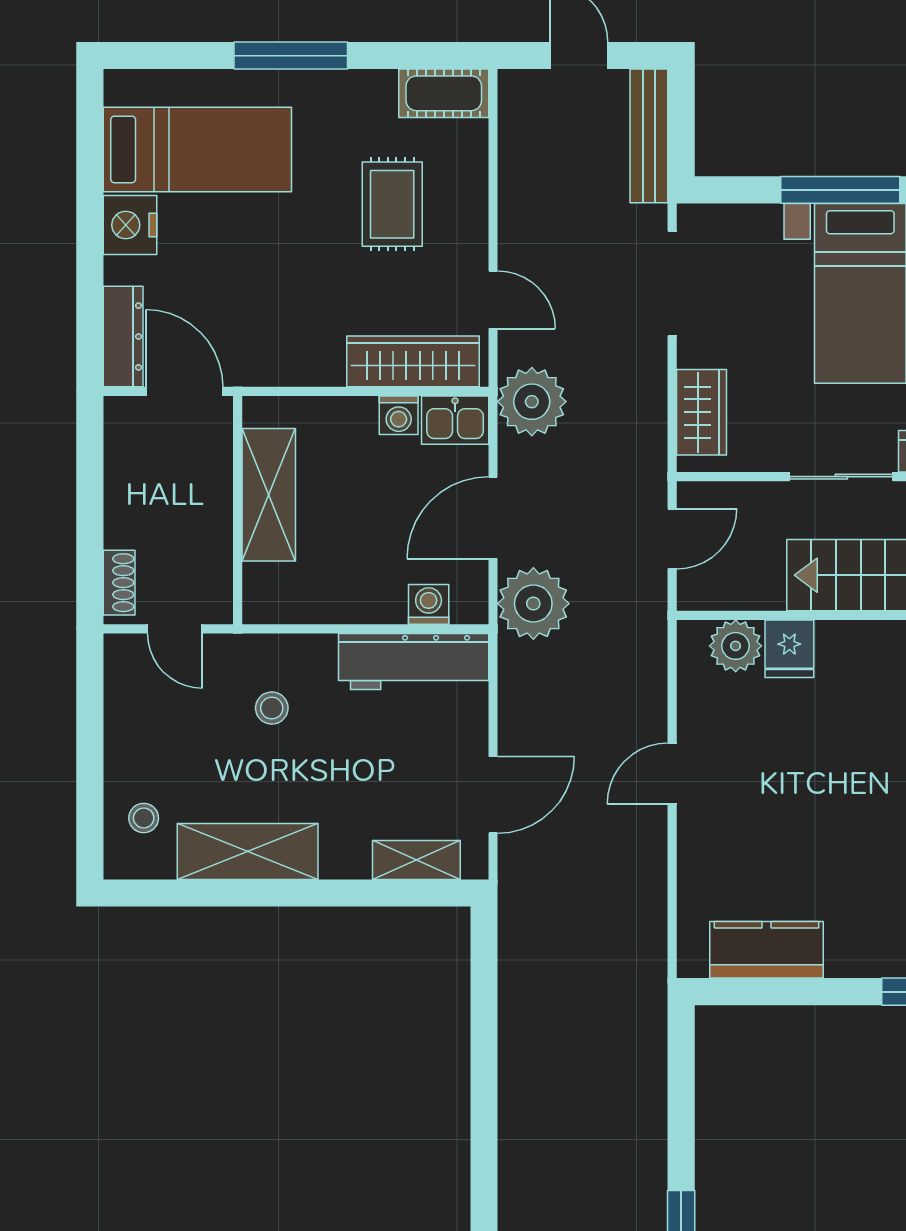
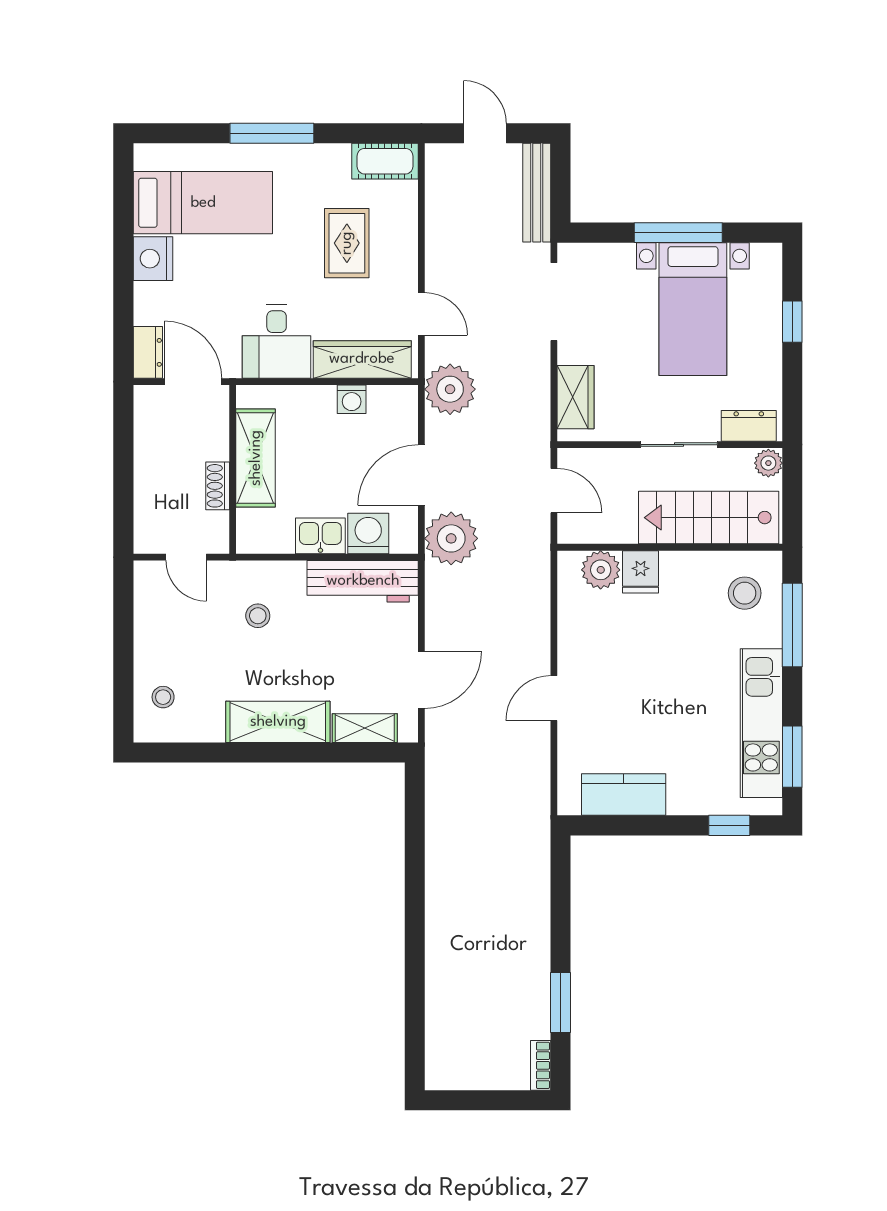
dresser: (123, 336) -> (148, 352), width x0.70
desk: (297, 337) -> (277, 342), added
kitchen sink: (455, 420) -> (320, 536), moved, turned 180
door: (672, 539) -> (554, 491), hinge flipped
shoe rack: (119, 583) -> (218, 486), moved, turned 180
washing machine: (429, 604) -> (368, 534), width x1.38, depth x1.38
door: (672, 773) -> (554, 698), moved
shelving: (248, 852) -> (278, 722), moved

